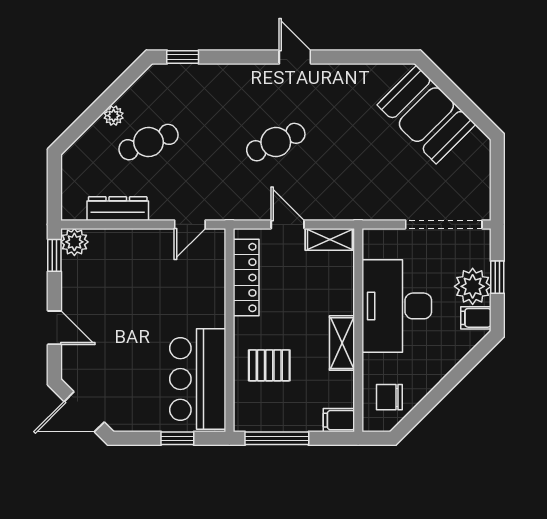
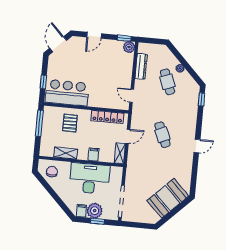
shelving: (342, 343) -> (66, 153), moved
filing cabinet: (339, 420) -> (94, 154), moved

